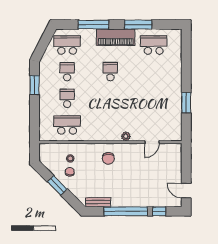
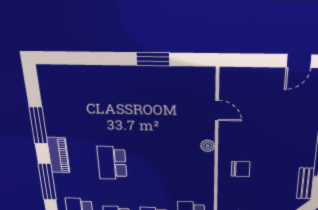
piano: (116, 37) -> (58, 155), width x0.73, depth x0.75
school desk: (154, 45) -> (66, 105), removed
school desk: (110, 72) -> (112, 163), width x1.85

